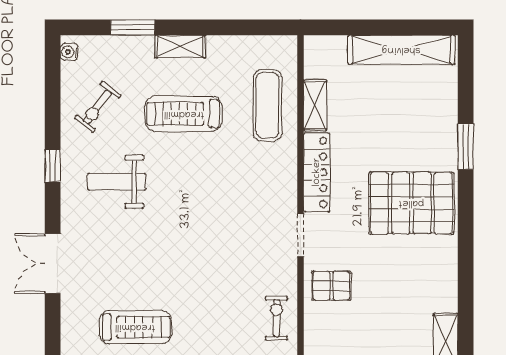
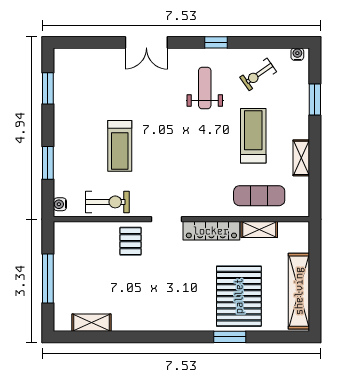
shelving: (180, 47) -> (301, 158), moved
exercise bike: (98, 107) -> (258, 74), turned -72
pallet: (411, 203) -> (239, 296), moved
double door: (53, 263) -> (146, 42), swing flipped
exercise bike: (276, 318) -> (107, 202), width x1.38, depth x1.39
treadmill: (135, 327) -> (120, 146), moved

